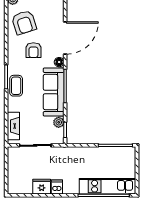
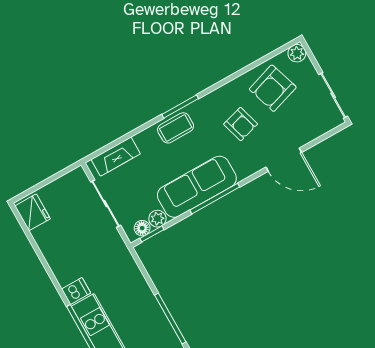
door: (65, 38) -> (284, 160), width x0.73
armchair: (33, 50) -> (241, 124), turned -106
floor lamp: (59, 62) -> (142, 228), moved
fridge: (42, 187) -> (33, 212), moved
dishwasher: (57, 187) -> (76, 291), moved

